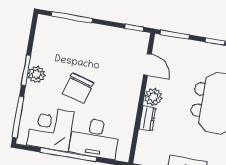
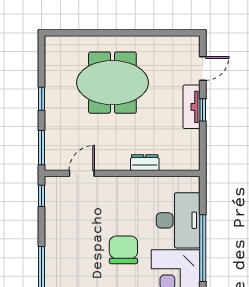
chair: (78, 88) -> (123, 250), turned -106
plant: (153, 97) -> (119, 160), removed

